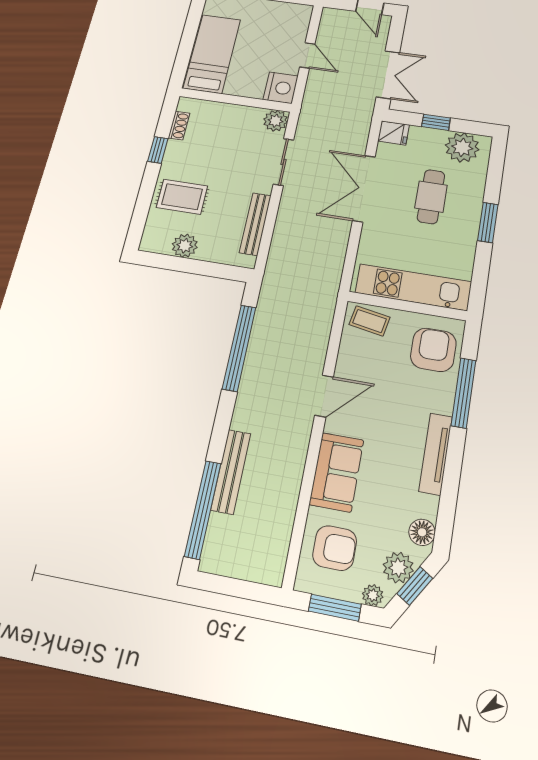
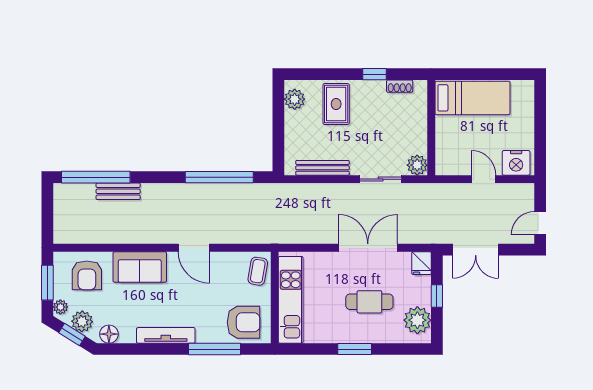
door: (307, 56) -> (484, 179), swing flipped
nightstand: (281, 88) -> (516, 163), moved
plant: (185, 246) -> (295, 99), moved
bench: (231, 472) -> (118, 191), width x0.73

